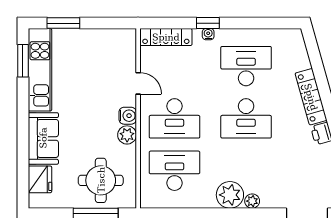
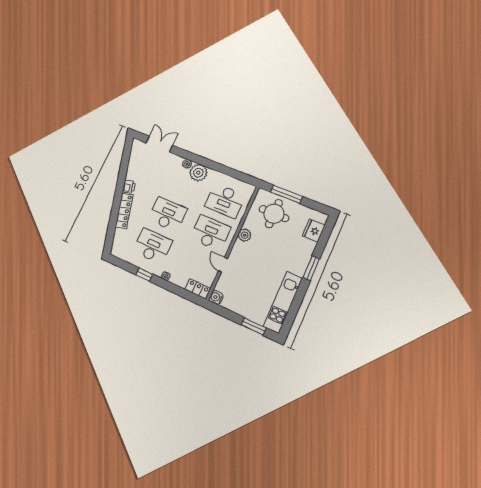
window: (208, 23) -> (144, 275), moved
locker: (166, 37) -> (198, 289), width x0.66
window: (23, 61) -> (311, 268), moved
desk: (246, 66) -> (152, 246), turned 180
water cooler: (128, 116) -> (216, 297), moved
sofa: (43, 138) -> (300, 256), removed

